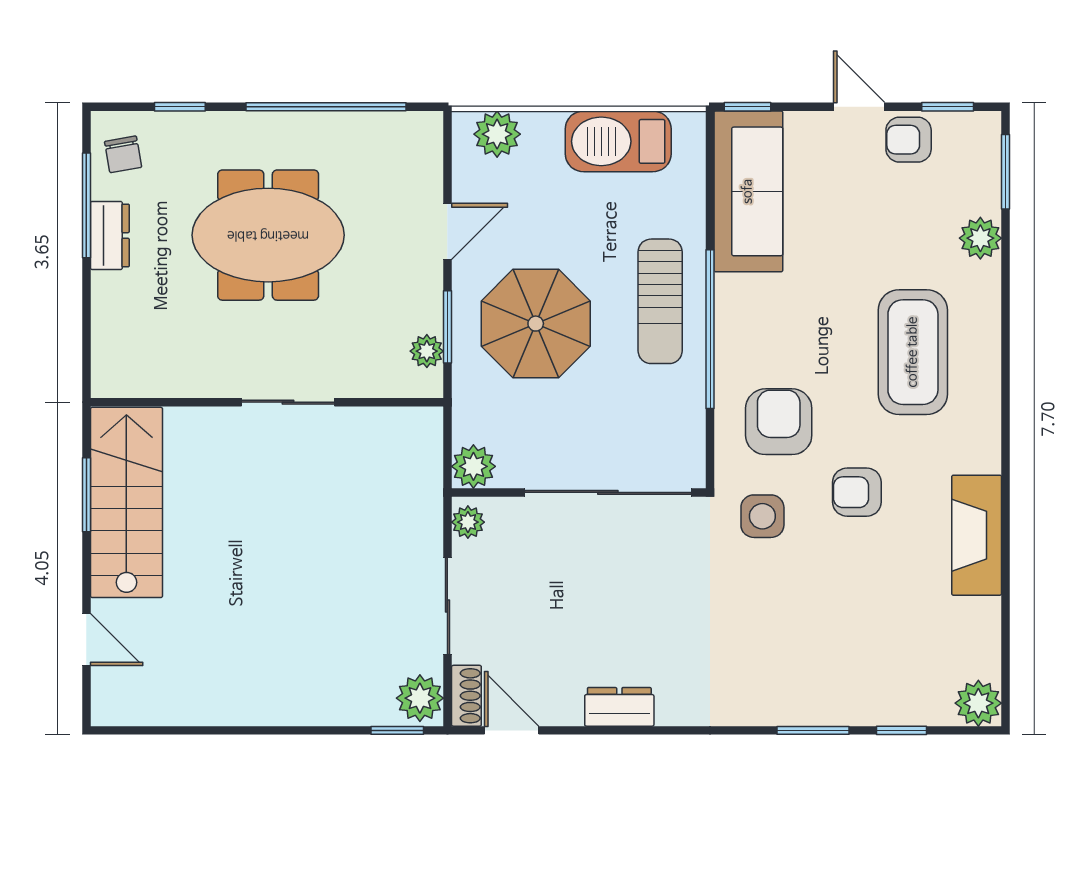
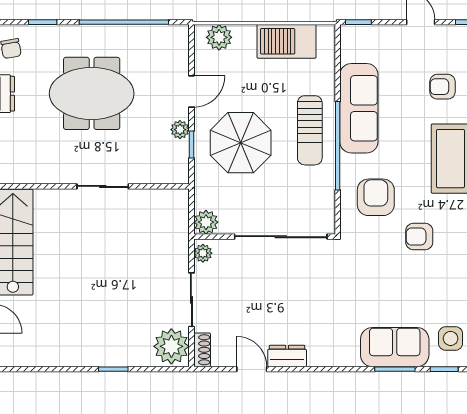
armchair: (909, 140) -> (442, 87), moved
sofa: (748, 191) -> (359, 108), moved
window: (447, 327) -> (191, 145), width x0.67
plant: (427, 351) -> (180, 130), moved
side table: (762, 516) -> (451, 338), moved
sofa: (813, 691) -> (395, 347), added
plant: (420, 698) -> (171, 346), width x1.36, depth x1.36
window: (397, 730) -> (113, 369), moved
door: (512, 730) -> (252, 369), moved

